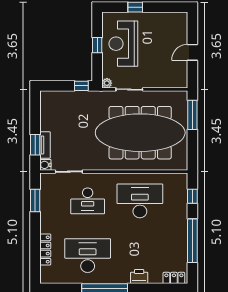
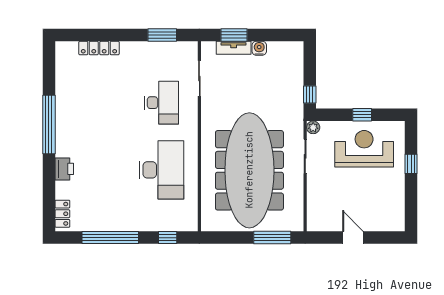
water cooler: (45, 165) -> (259, 48), moved
desk: (88, 201) -> (162, 103), turned 180
desk: (88, 256) -> (91, 103), removed

